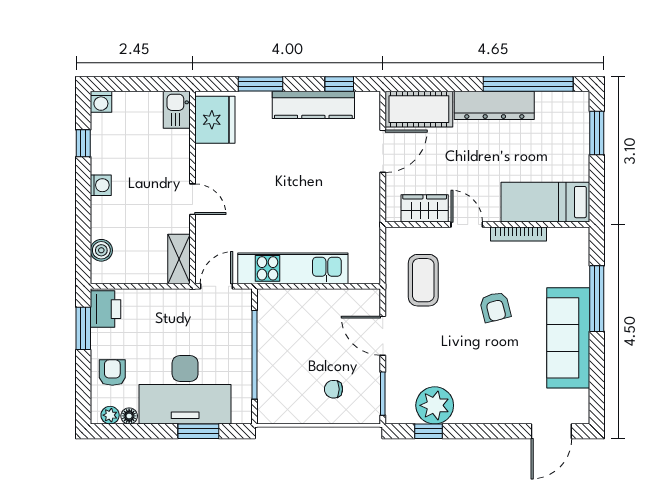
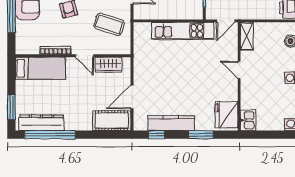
dresser: (494, 105) -> (41, 123), moved
coffee table: (423, 280) -> (109, 24), turned -72

